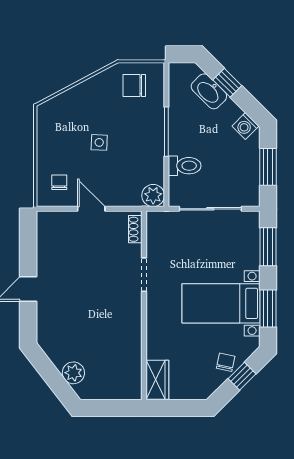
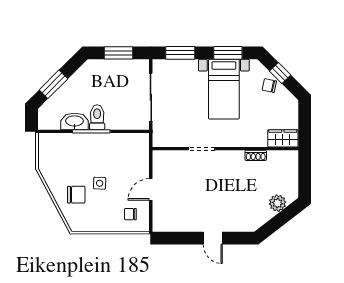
window: (227, 83) -> (53, 84), width x1.50
chair: (134, 86) -> (76, 195), moved, turned -90
washbasin: (209, 91) -> (75, 121), moved, turned -135
washing machine: (245, 126) -> (87, 70), removed
toilet: (185, 166) -> (97, 117), moved
plant: (153, 196) -> (141, 142), removed
shoe rack: (135, 229) -> (256, 155), moved

